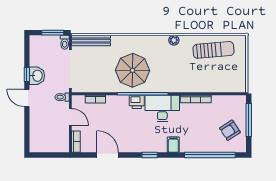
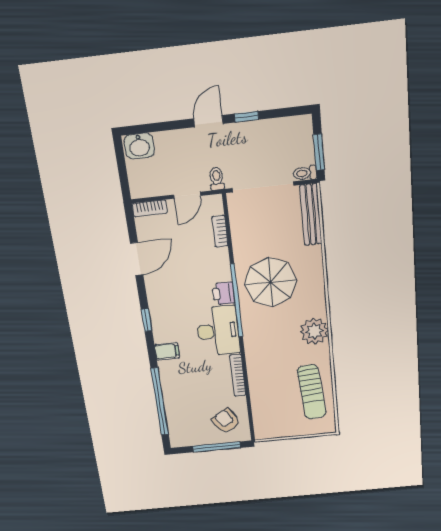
plant: (174, 40) -> (314, 331), width x1.88, depth x1.88
washbasin: (37, 76) -> (139, 146), moved
armchair: (230, 130) -> (226, 421), moved

